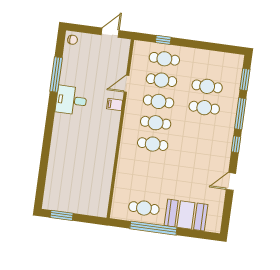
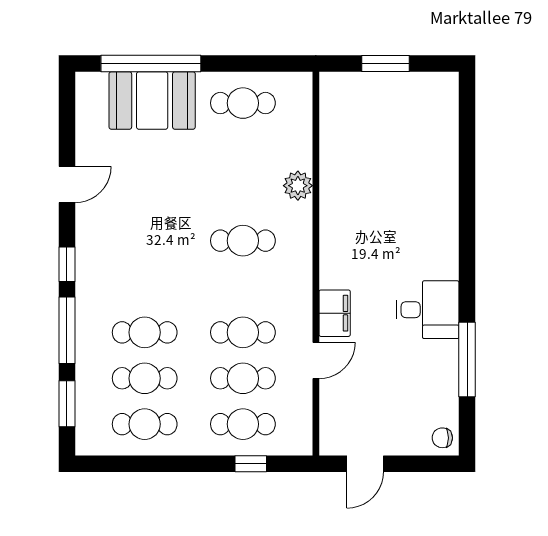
filing cabinet: (115, 105) -> (335, 313), width x2.00
cafe table: (156, 123) -> (145, 424), moved
plant: (124, 166) -> (298, 186), added
window: (62, 215) -> (385, 64), moved
window: (153, 228) -> (151, 64), moved

